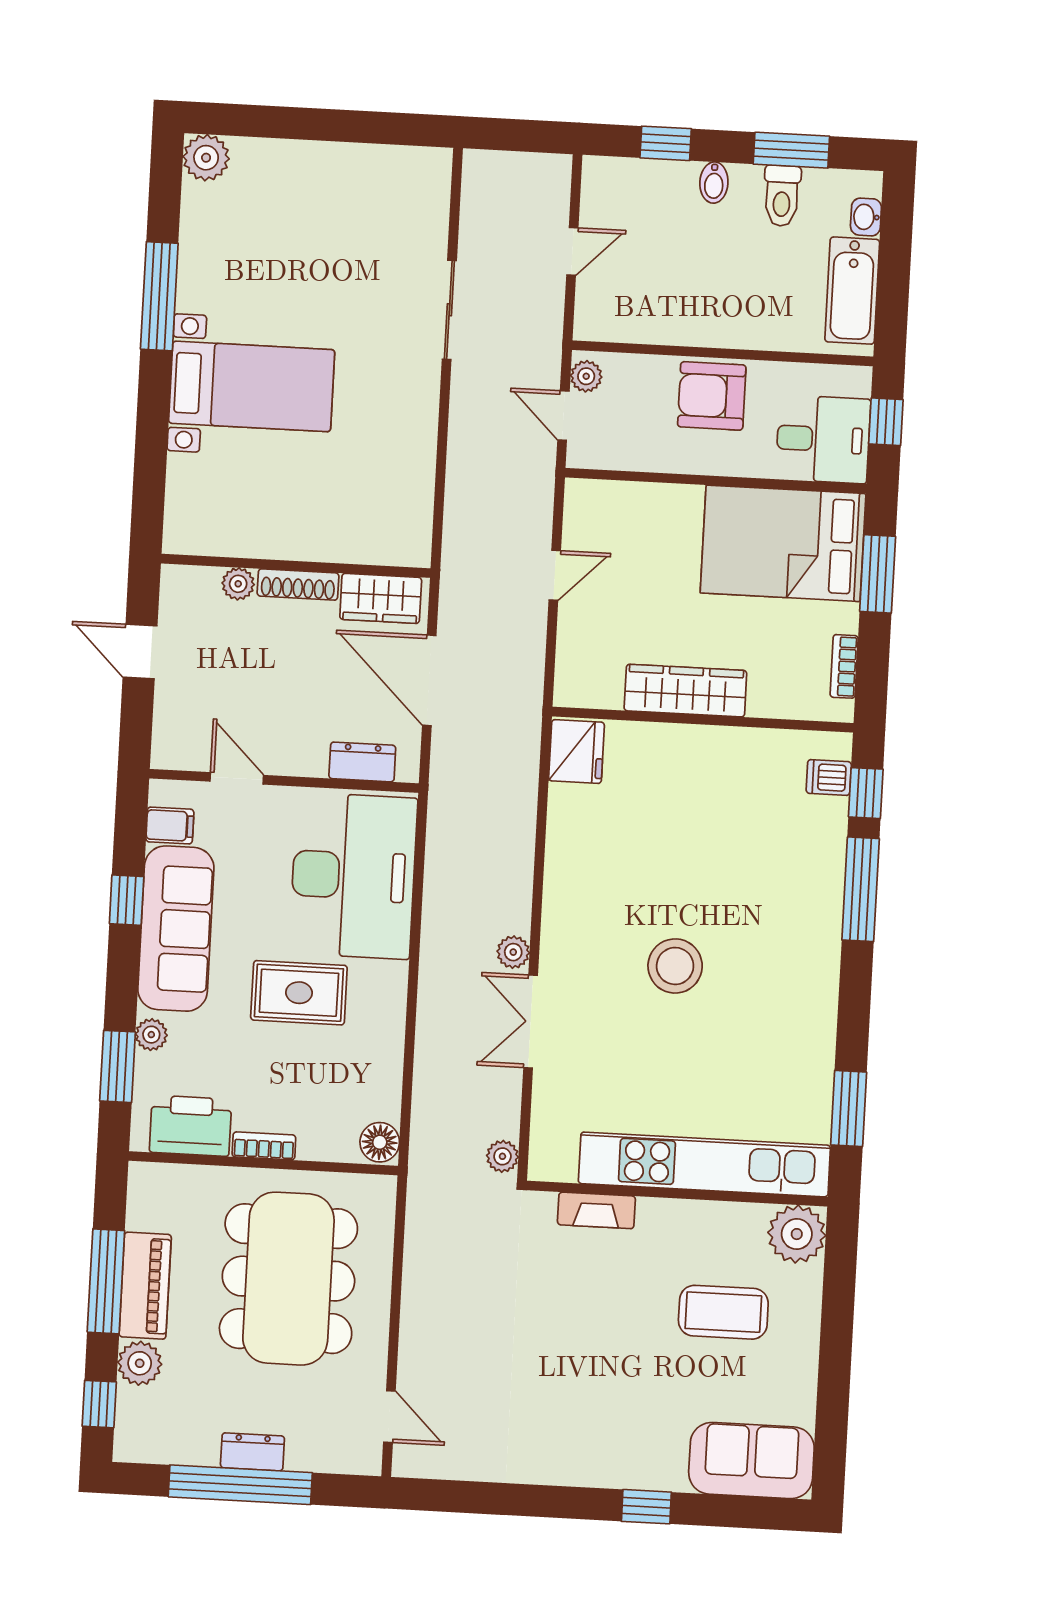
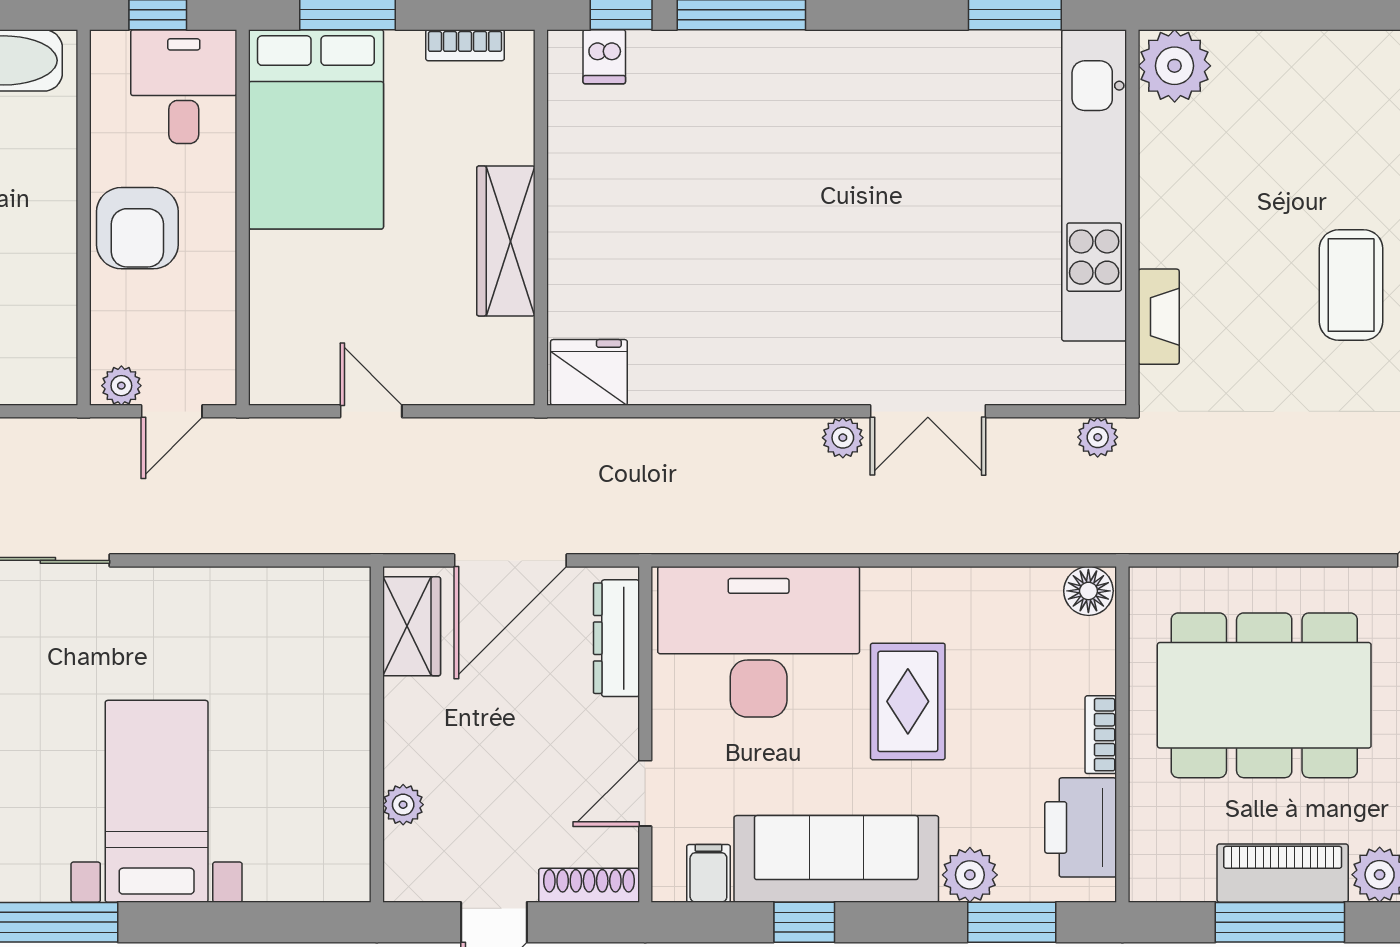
shoe rack: (298, 584) -> (589, 885), moved, turned -90
dresser: (362, 762) -> (616, 638), width x1.44
stool: (675, 966) -> (849, 235), removed
plant: (151, 1035) -> (970, 875), width x1.38, depth x1.38
coffee table: (723, 1312) -> (1351, 285), moved

